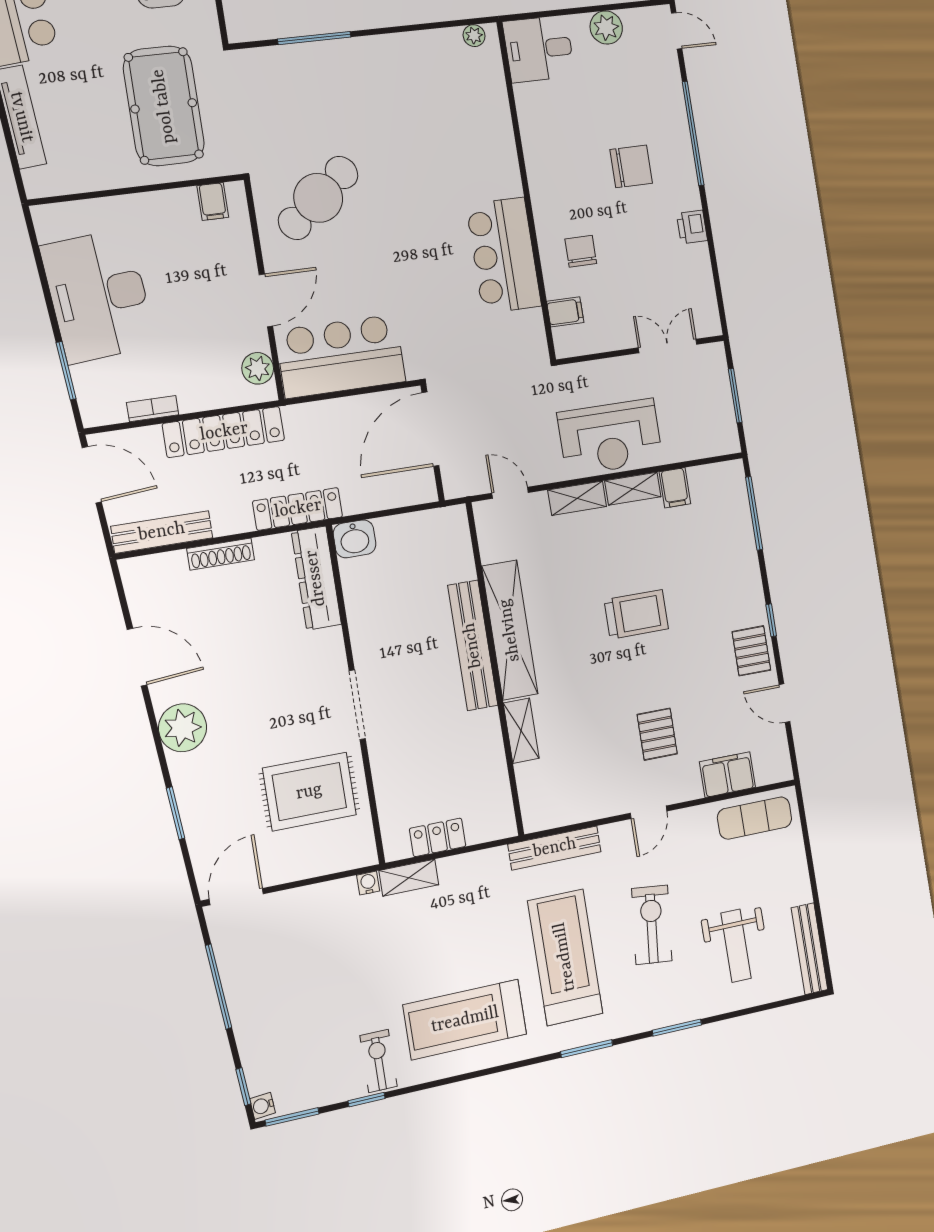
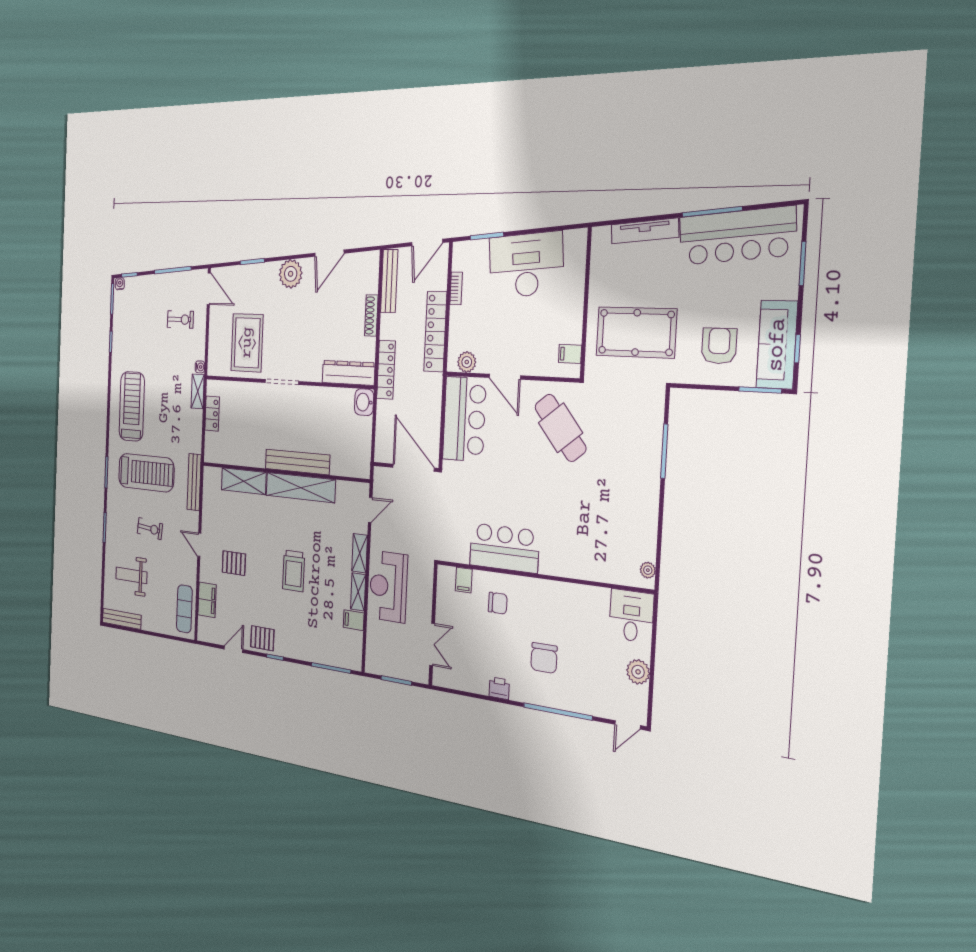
shelving: (521, 731) -> (244, 481), width x1.50, depth x1.33
exercise bike: (652, 925) -> (150, 529), width x0.73, depth x0.72
exercise bike: (379, 1061) -> (180, 319), moved

